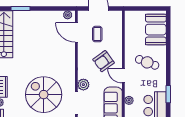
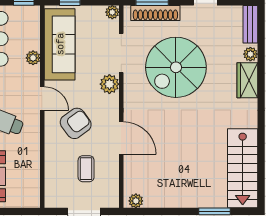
door: (76, 32) -> (121, 138), moved
spiral stairs: (44, 95) -> (176, 67), turned 90

